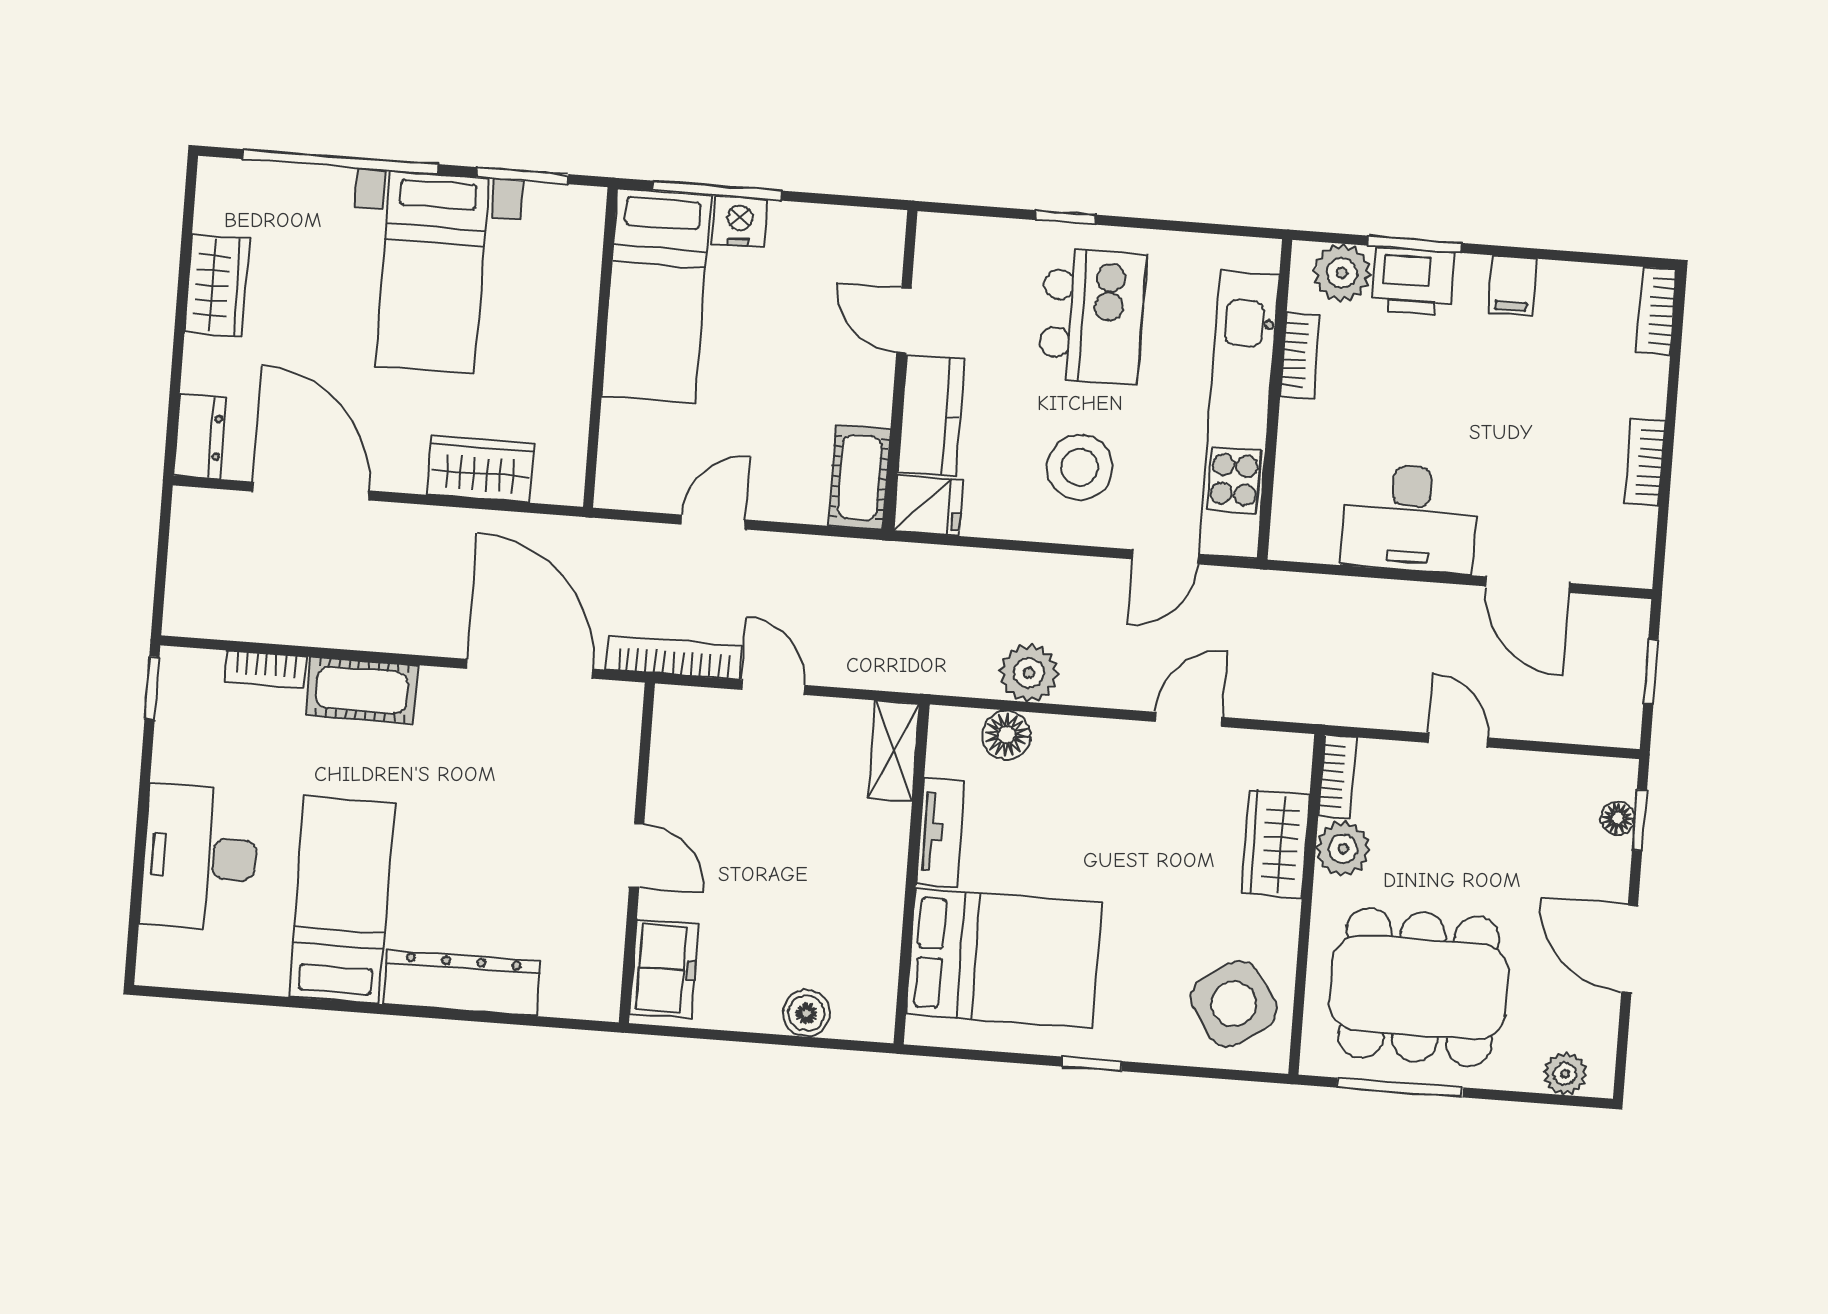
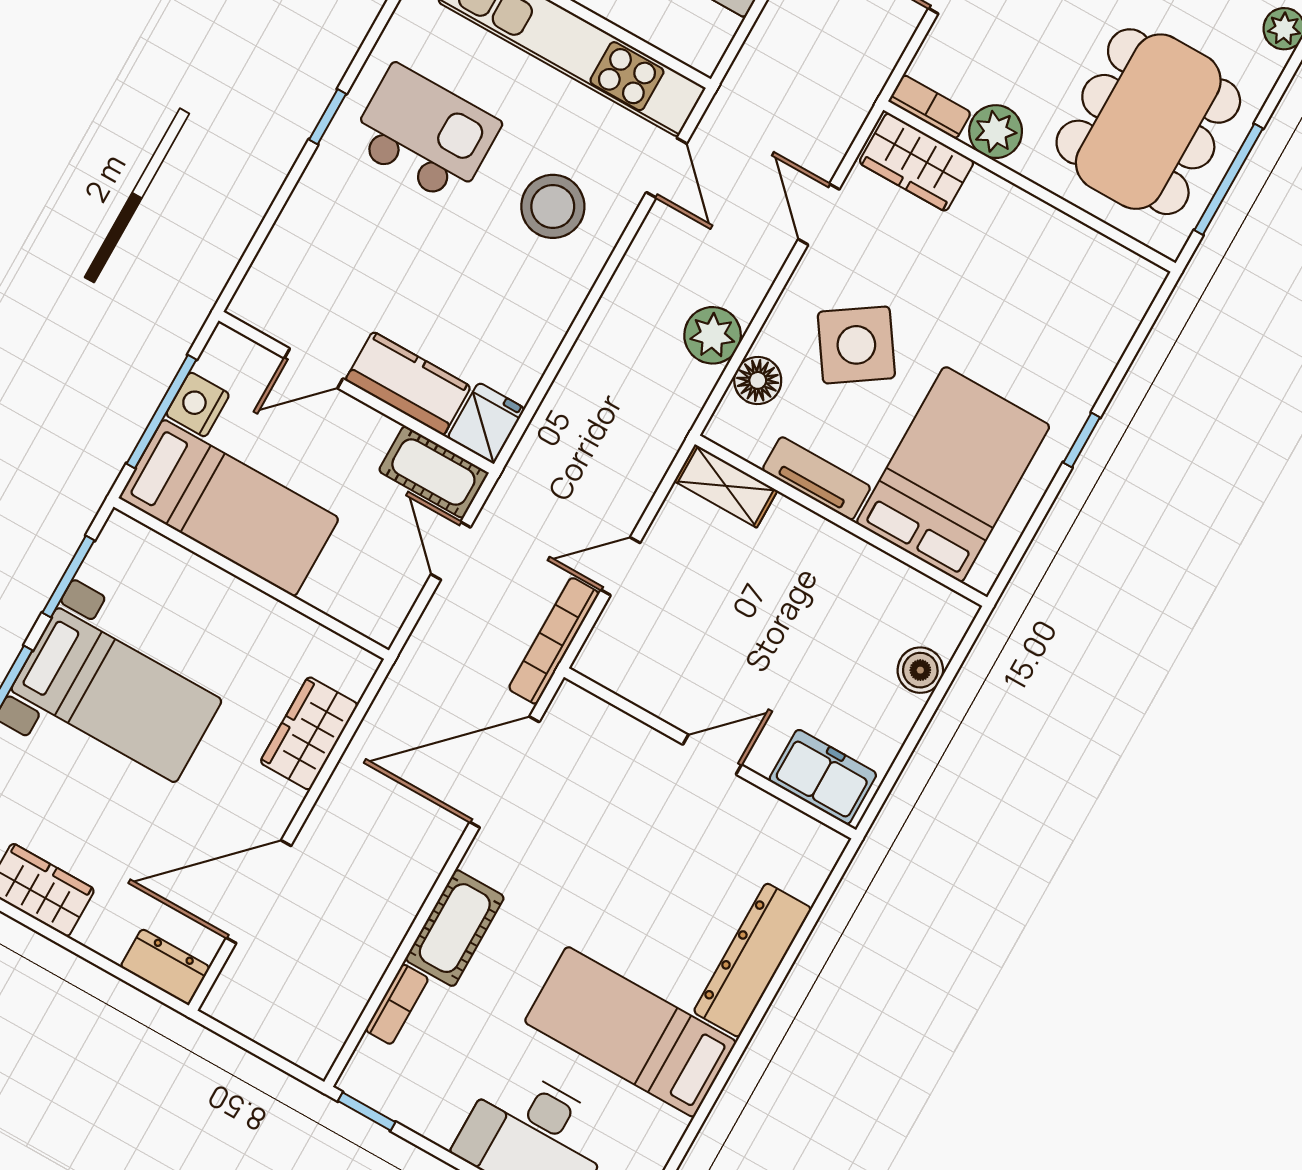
door: (904, 320) -> (314, 368), moved
wall: (900, 371) -> (356, 392), moved
kitchen counter: (931, 415) -> (408, 383), moved
cot: (859, 478) -> (433, 472), moved
fridge: (928, 506) -> (486, 423), moved
wardrobe: (1276, 844) -> (917, 162), moved
side table: (1234, 1004) -> (856, 345), moved

